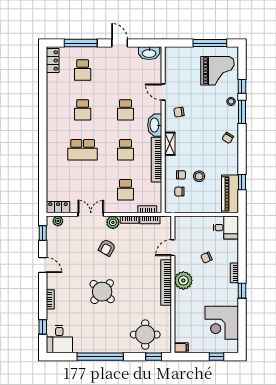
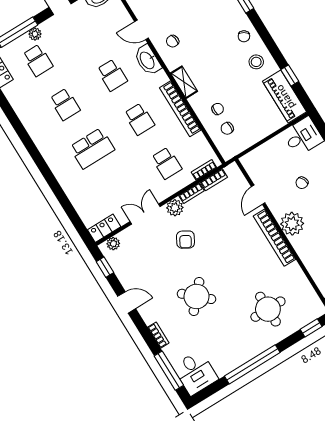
plant: (91, 52) -> (35, 34), added
washbasin: (155, 125) -> (148, 60), moved
stool: (199, 176) -> (256, 62), moved
round table: (102, 292) -> (196, 296), moved
window: (43, 327) -> (169, 371), width x2.17
round table: (145, 335) -> (268, 309), moved

